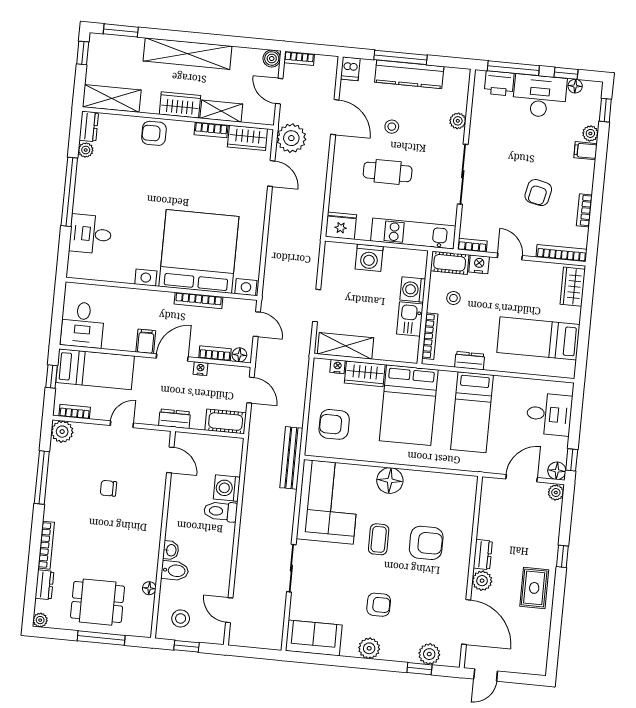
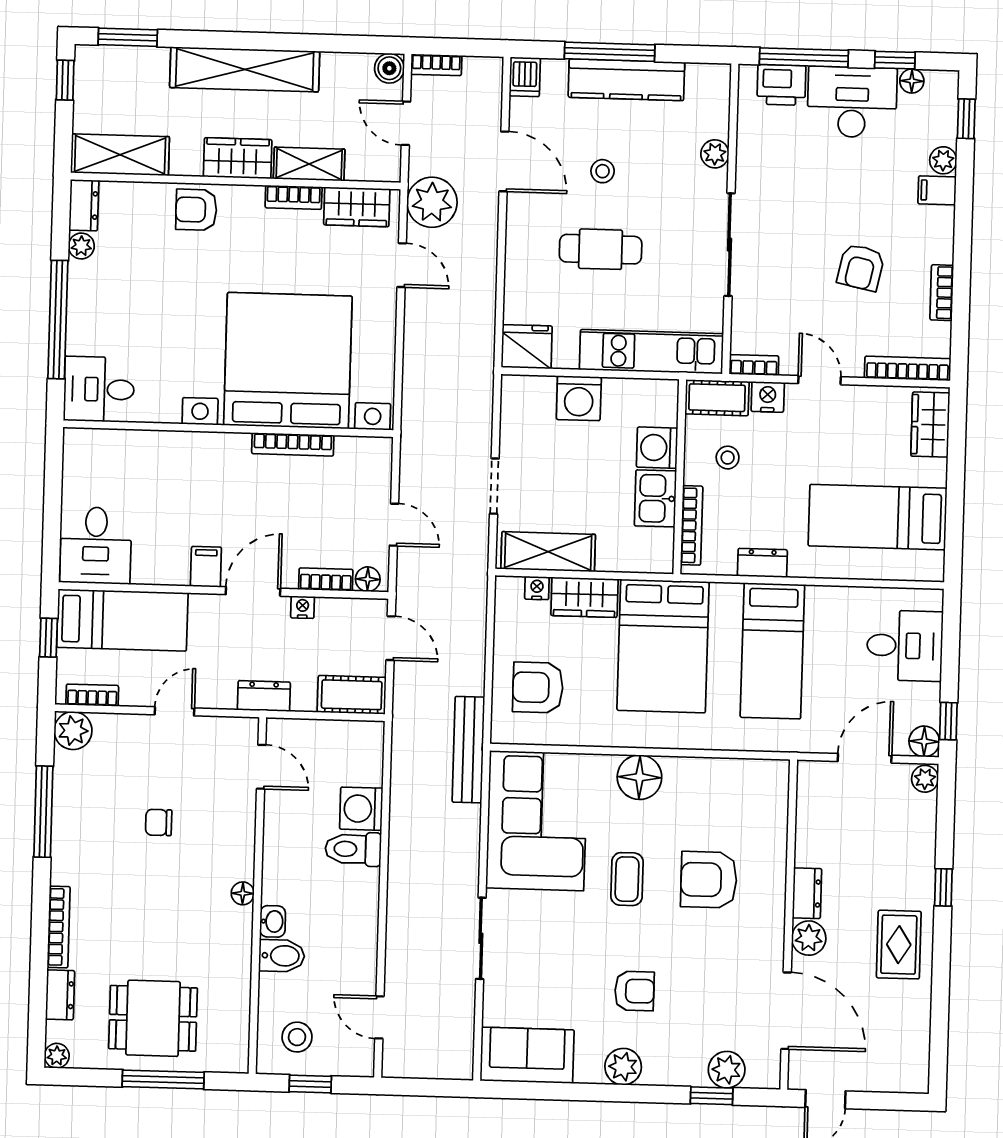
bed with nightstands: (199, 252) -> (288, 361), moved
wall: (162, 289) -> (228, 429), moved
bookcase: (198, 300) -> (293, 444), moved
armchair: (426, 543) -> (709, 880), turned 180
floor lamp: (149, 588) -> (243, 893), moved

